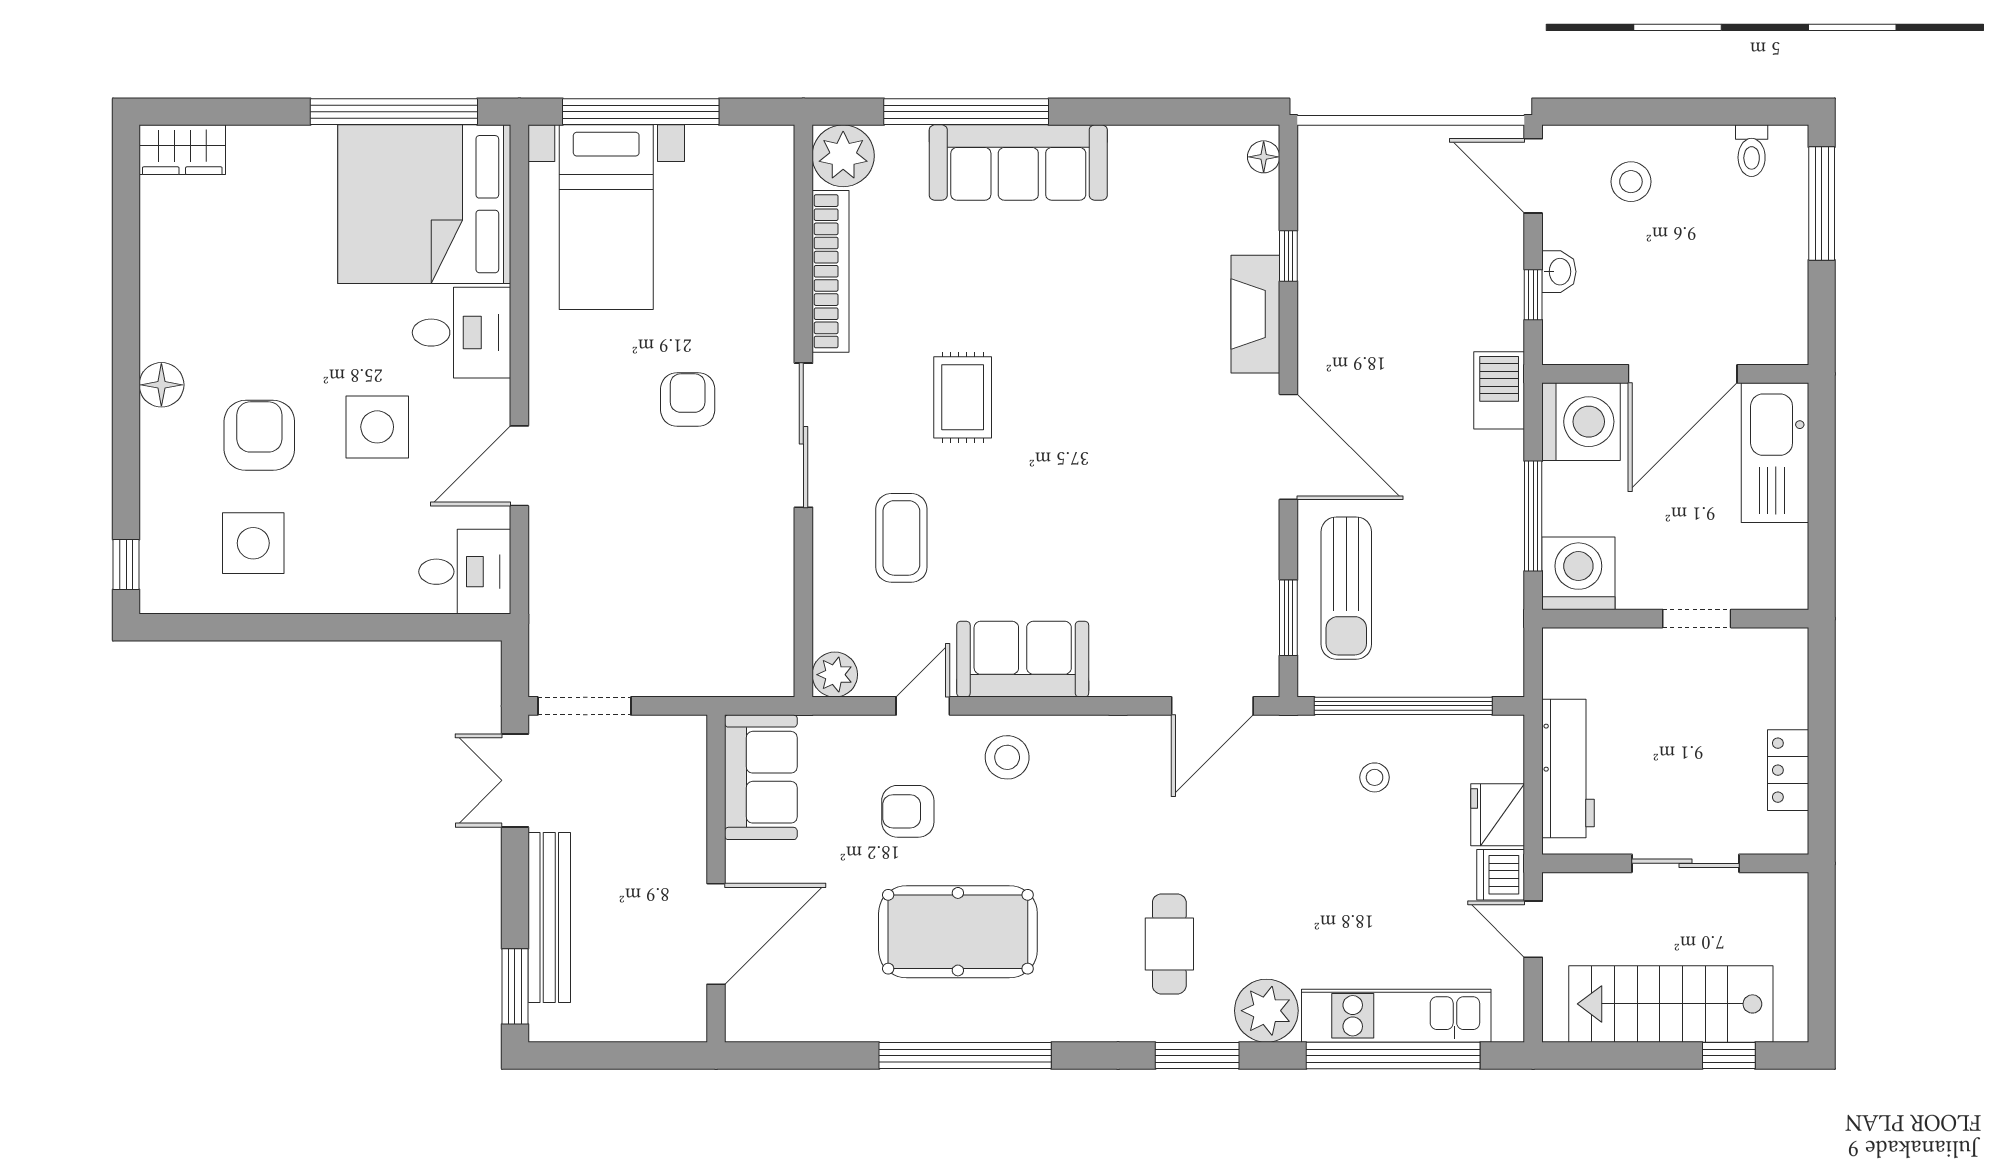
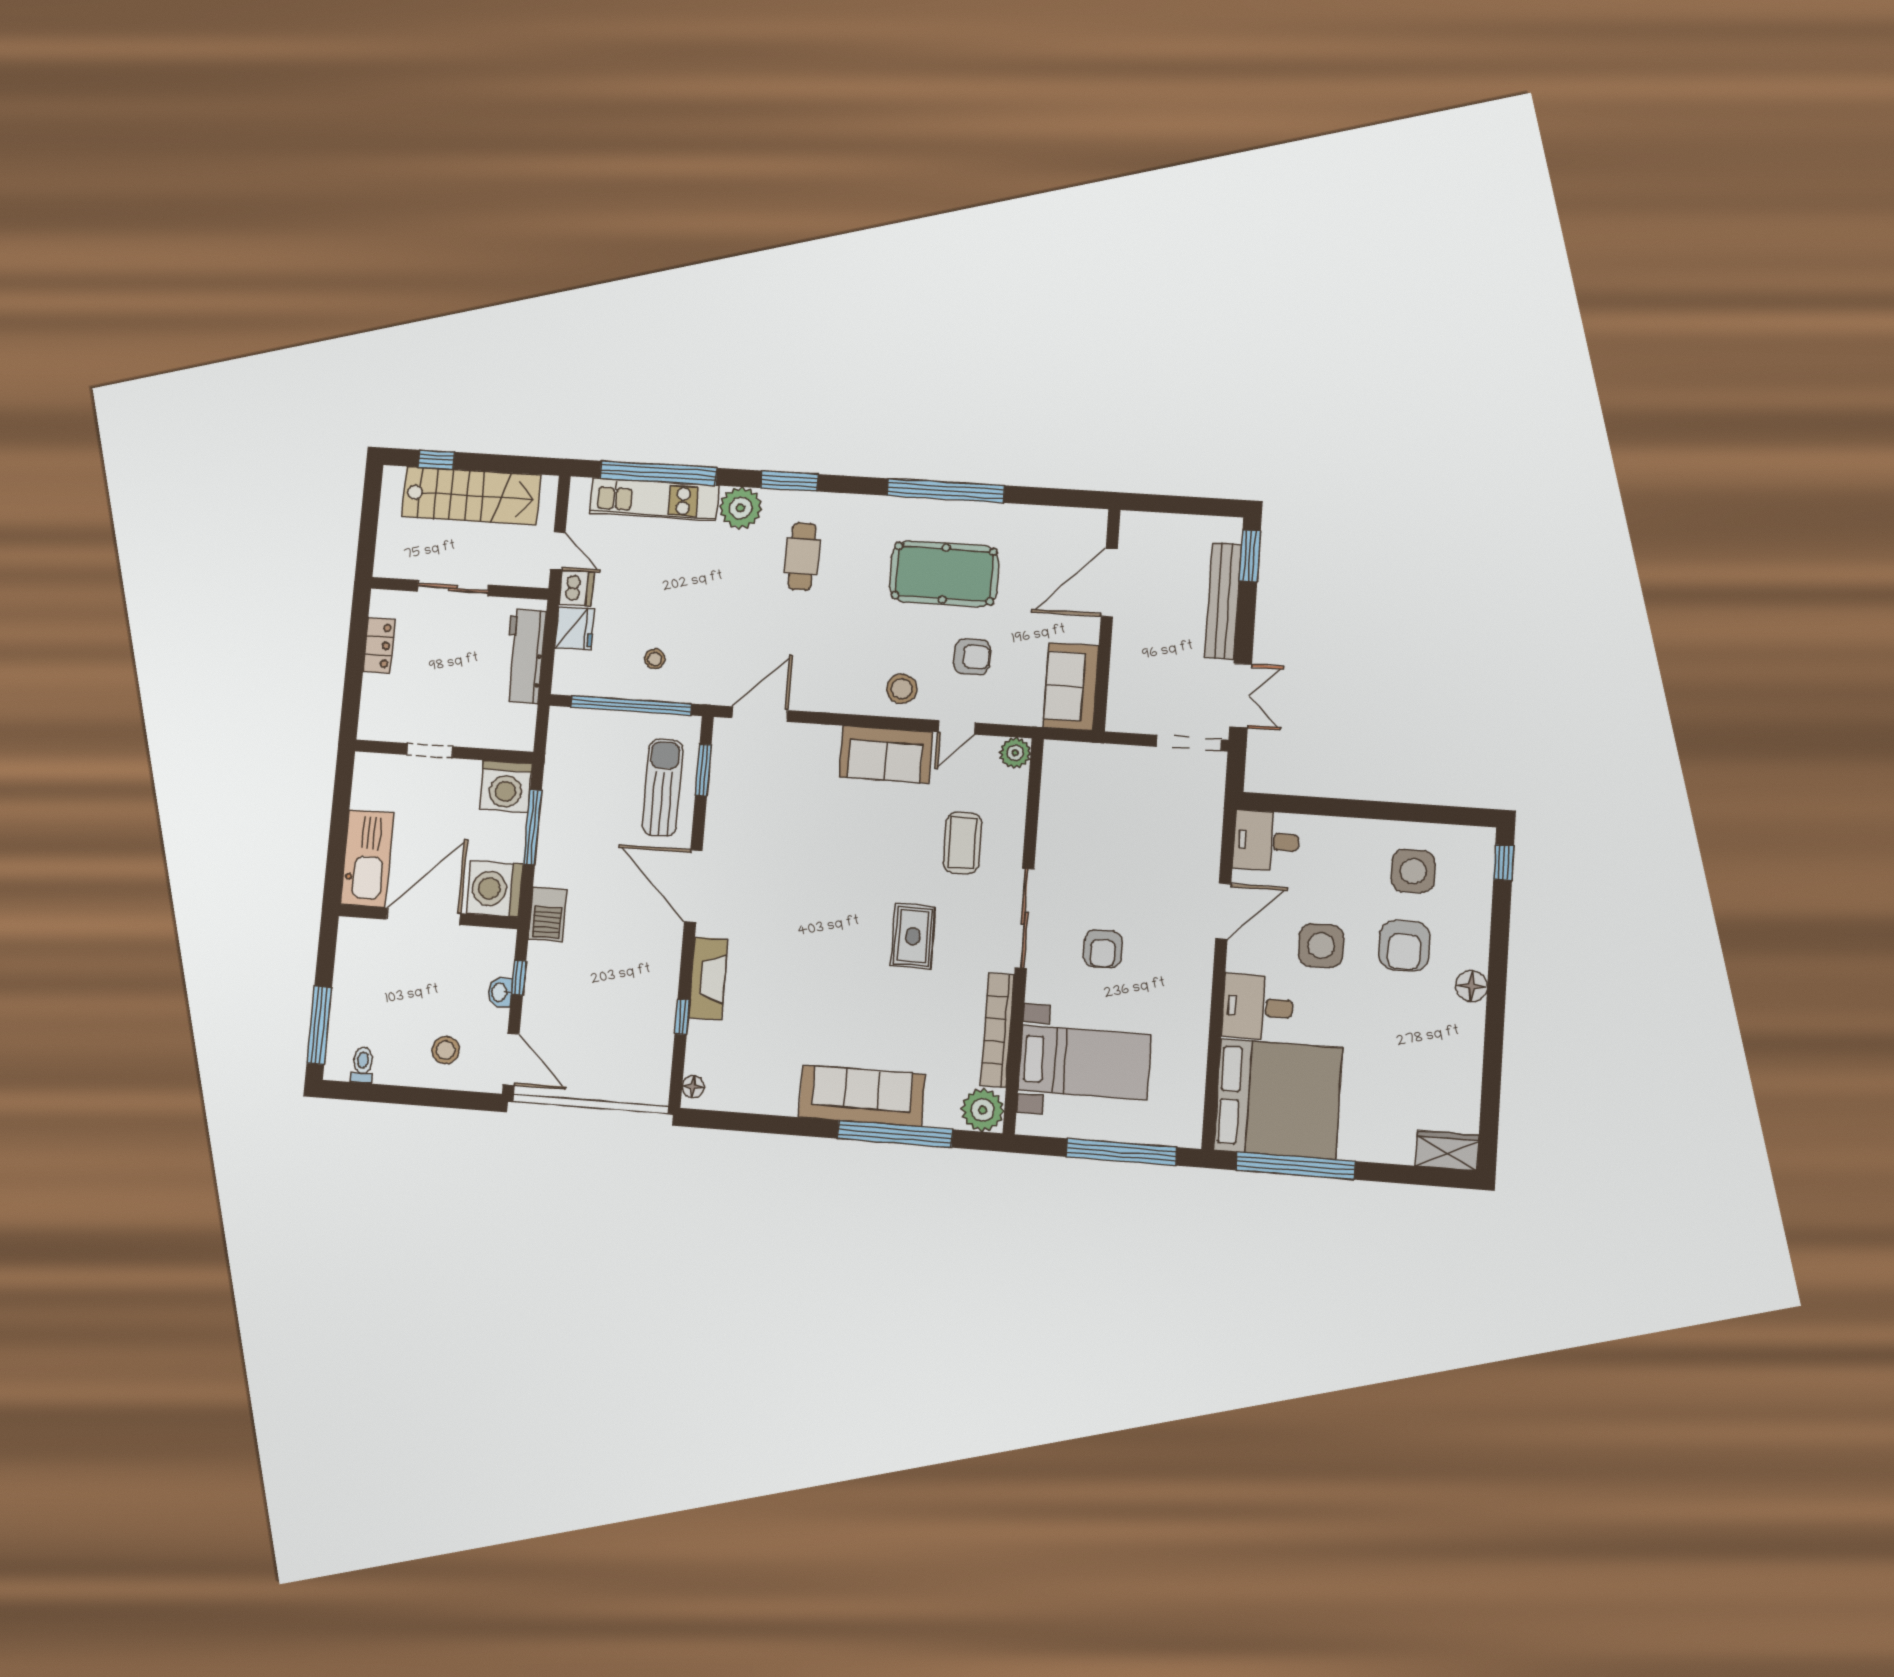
bed with nightstands: (606, 217) -> (1085, 1063), moved, turned 90

